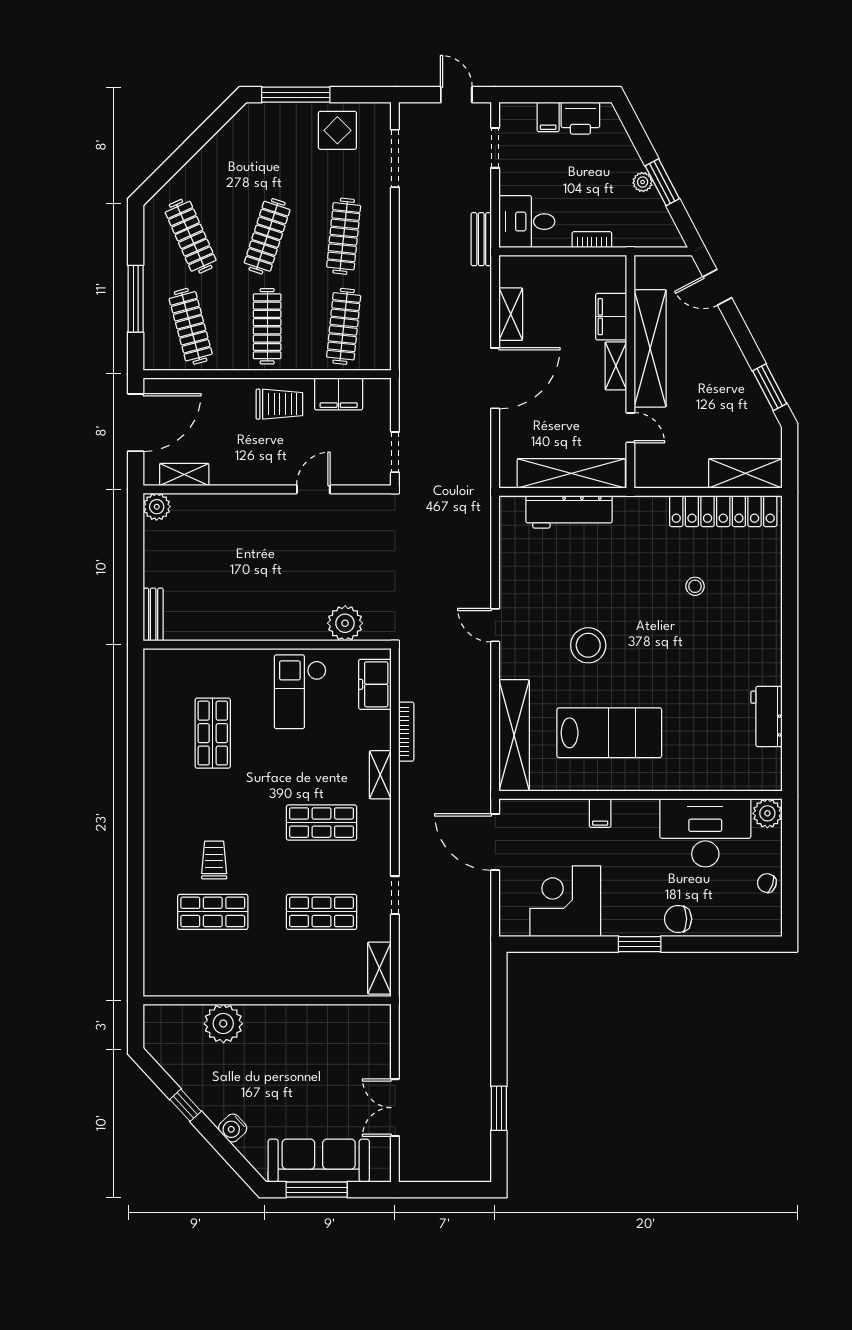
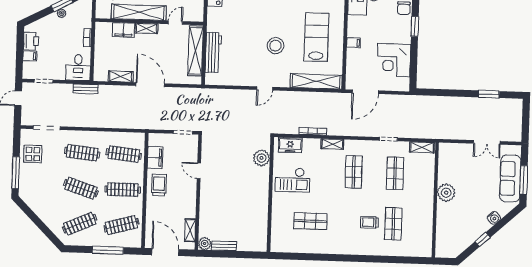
bench: (153, 615) -> (224, 246), moved
plant: (223, 1024) -> (446, 193), moved

